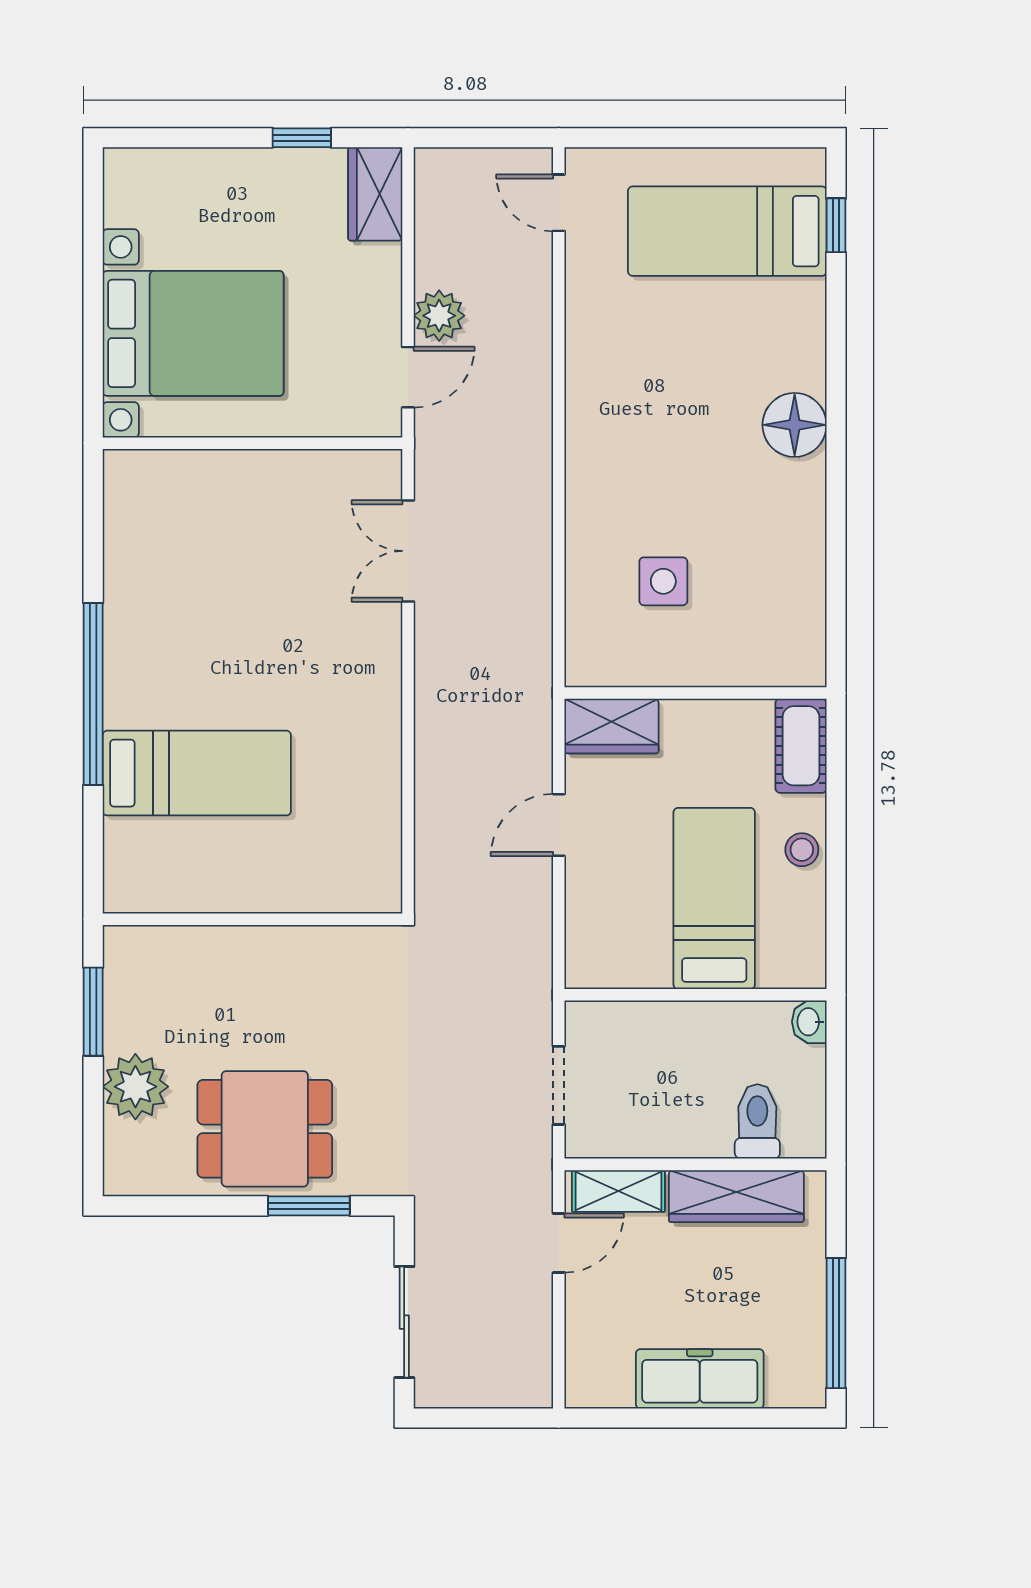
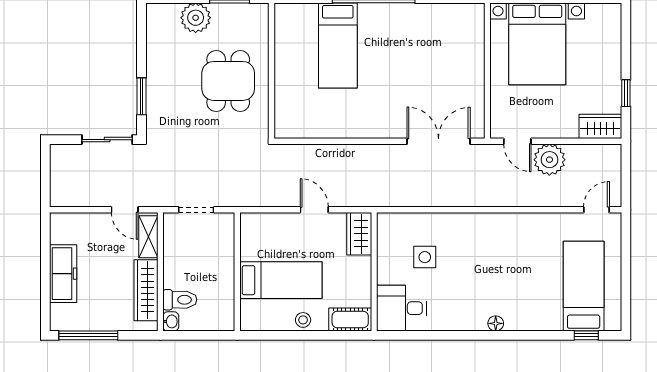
plant: (439, 316) -> (549, 160), width x1.36, depth x1.36
floor lamp: (795, 425) -> (496, 323), width x0.53, depth x0.53
double door: (408, 551) -> (439, 141), width x1.37
desk: (776, 633) -> (401, 308), added
washbasin: (809, 1022) -> (171, 321), moved, turned 90
dining table: (265, 1129) -> (228, 81), moved
sliding door: (404, 1322) -> (107, 140), moved

